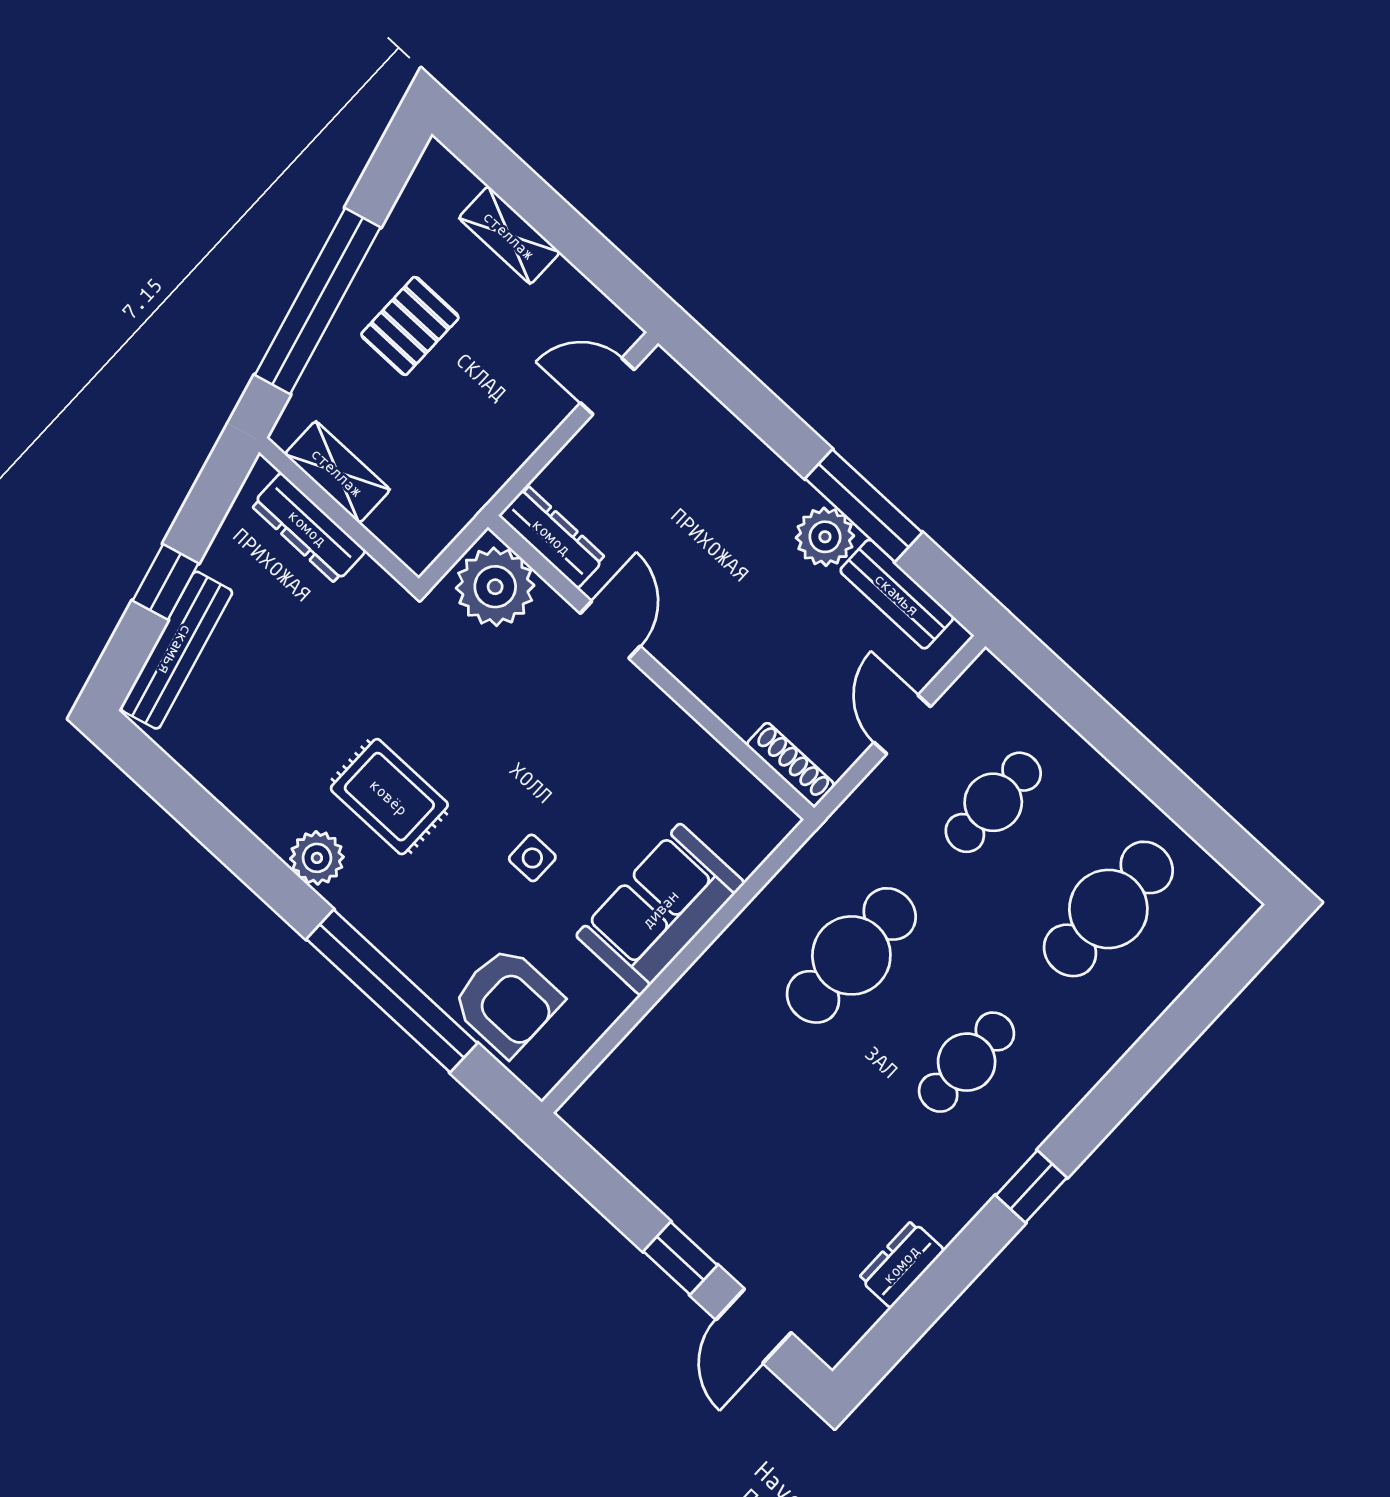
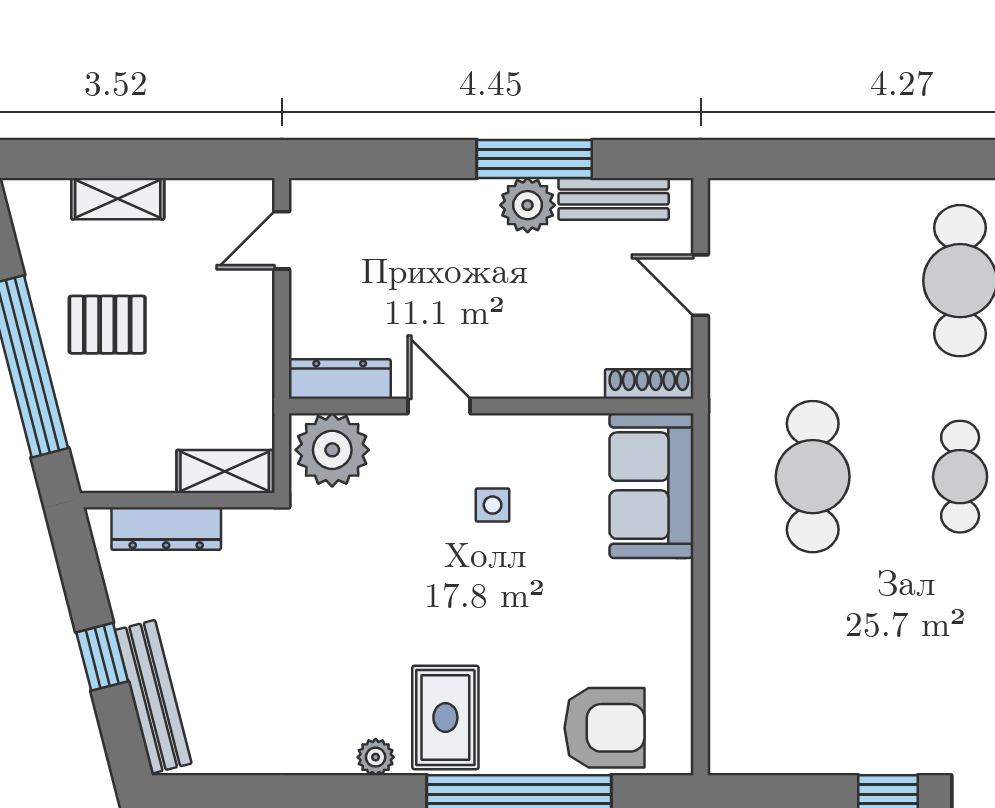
pallet: (410, 326) -> (107, 325), turned 90
shelving: (337, 472) -> (225, 471), moved
rug: (389, 797) -> (445, 717), moved, turned 90
cafe table: (993, 802) -> (813, 281), removed
plant: (317, 858) -> (376, 757), width x0.73, depth x0.73
side table: (532, 858) -> (493, 505), moved
sofa: (660, 909) -> (652, 486), moved

